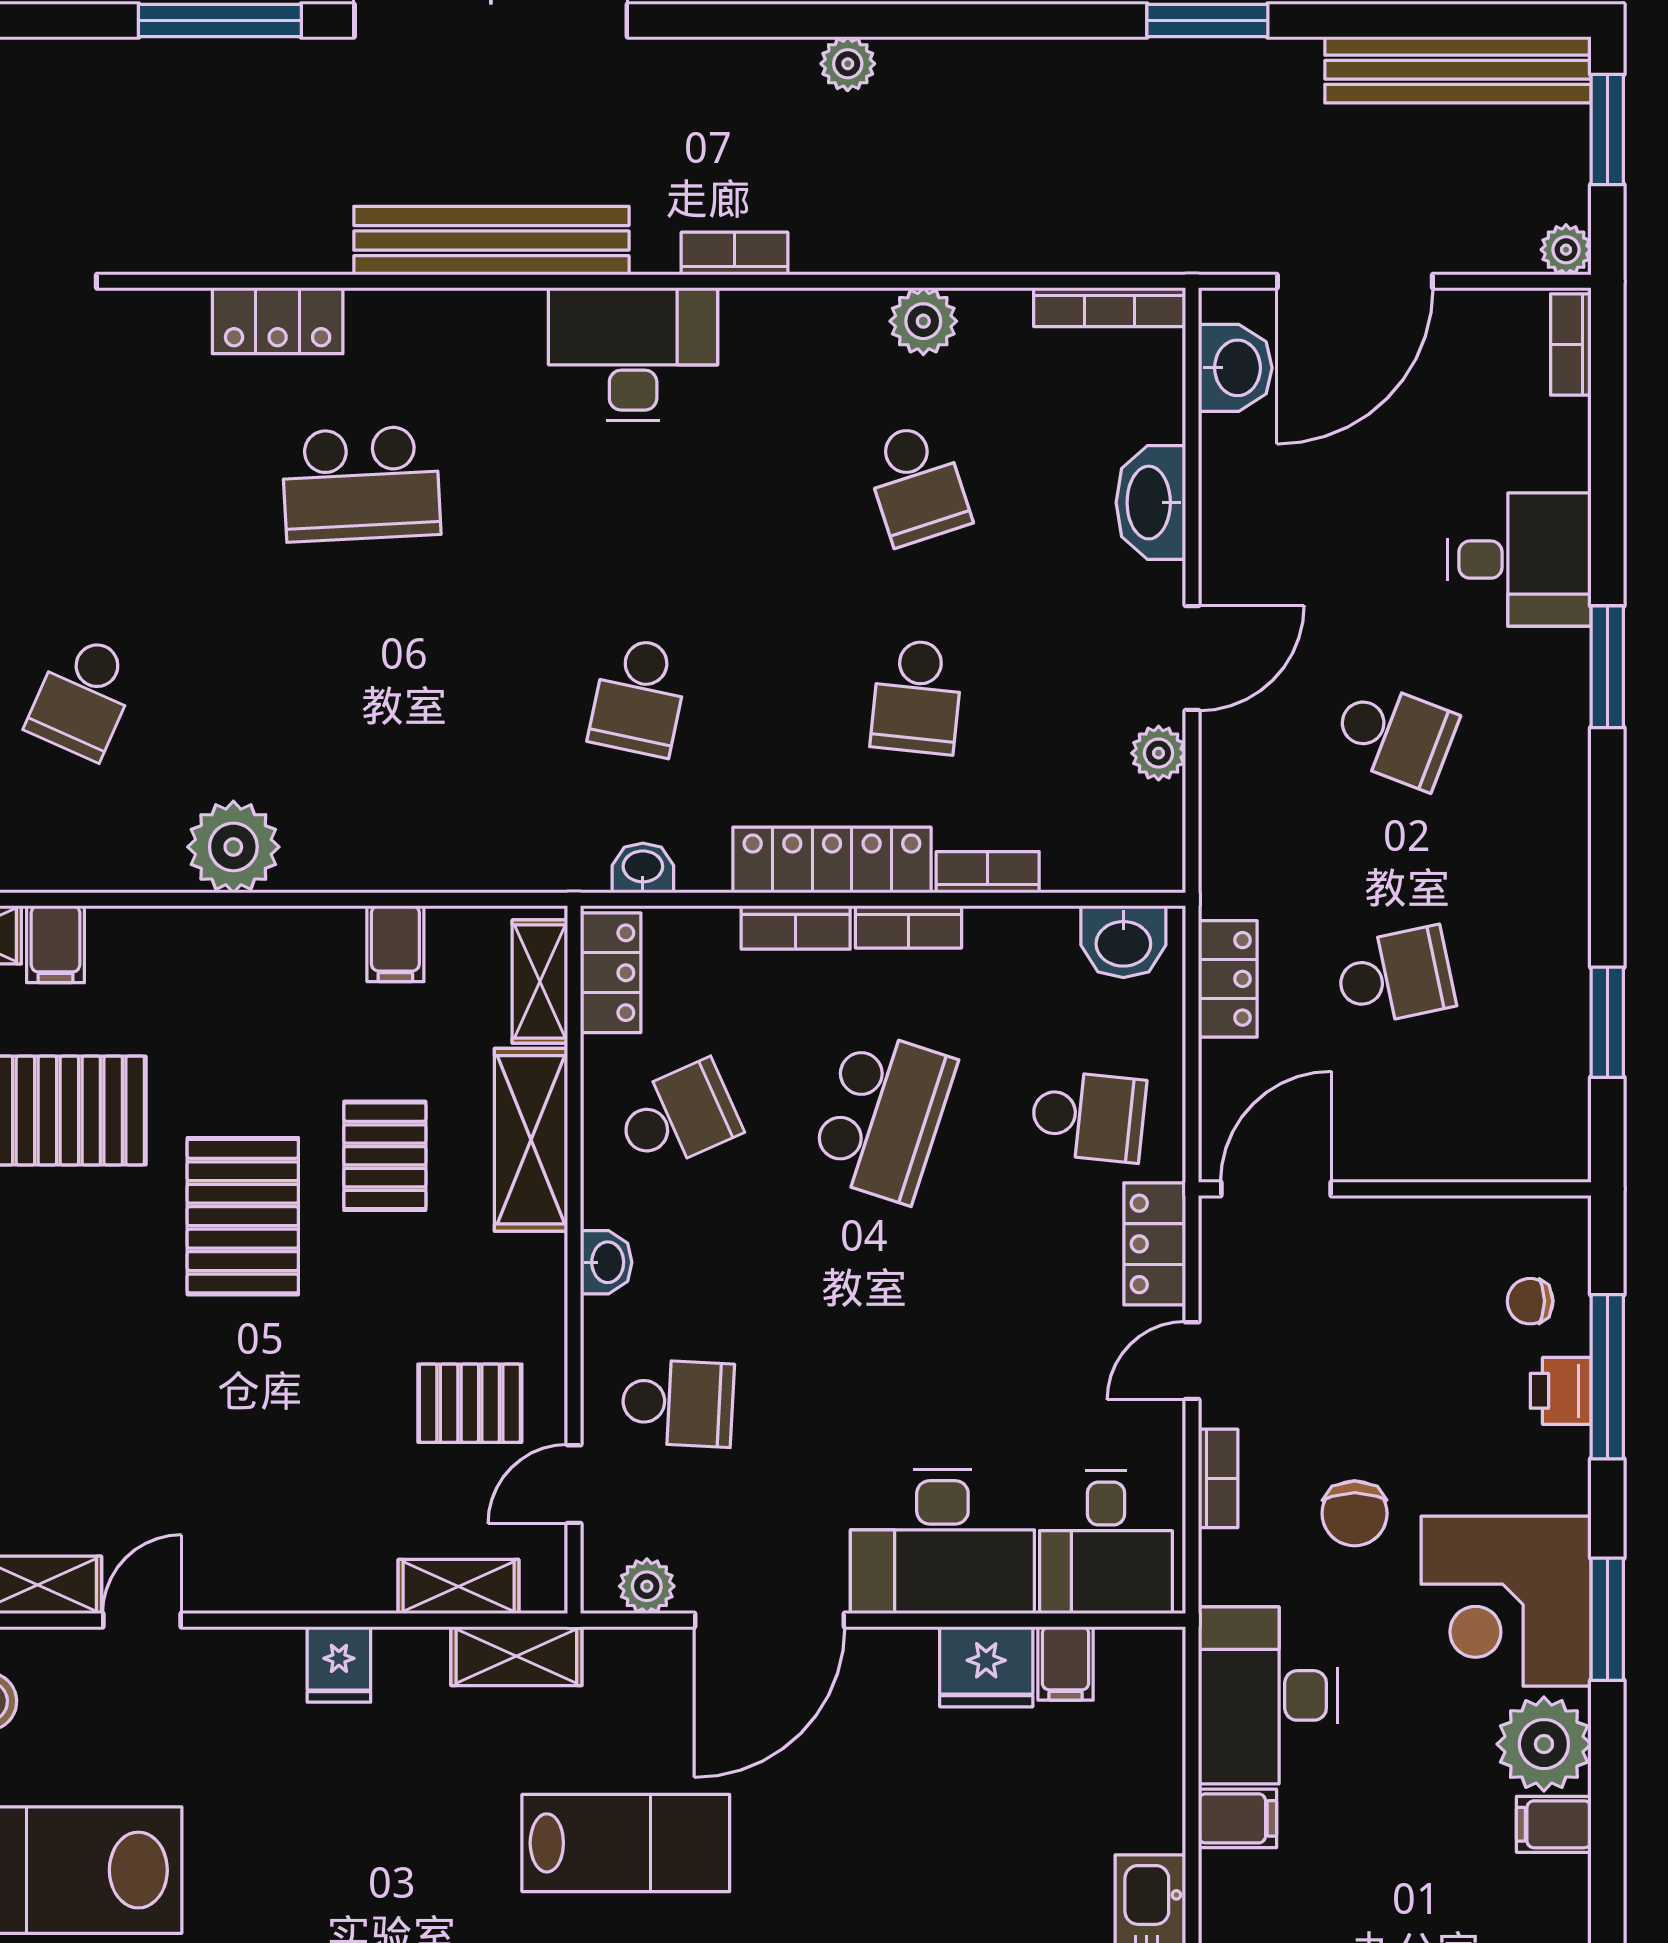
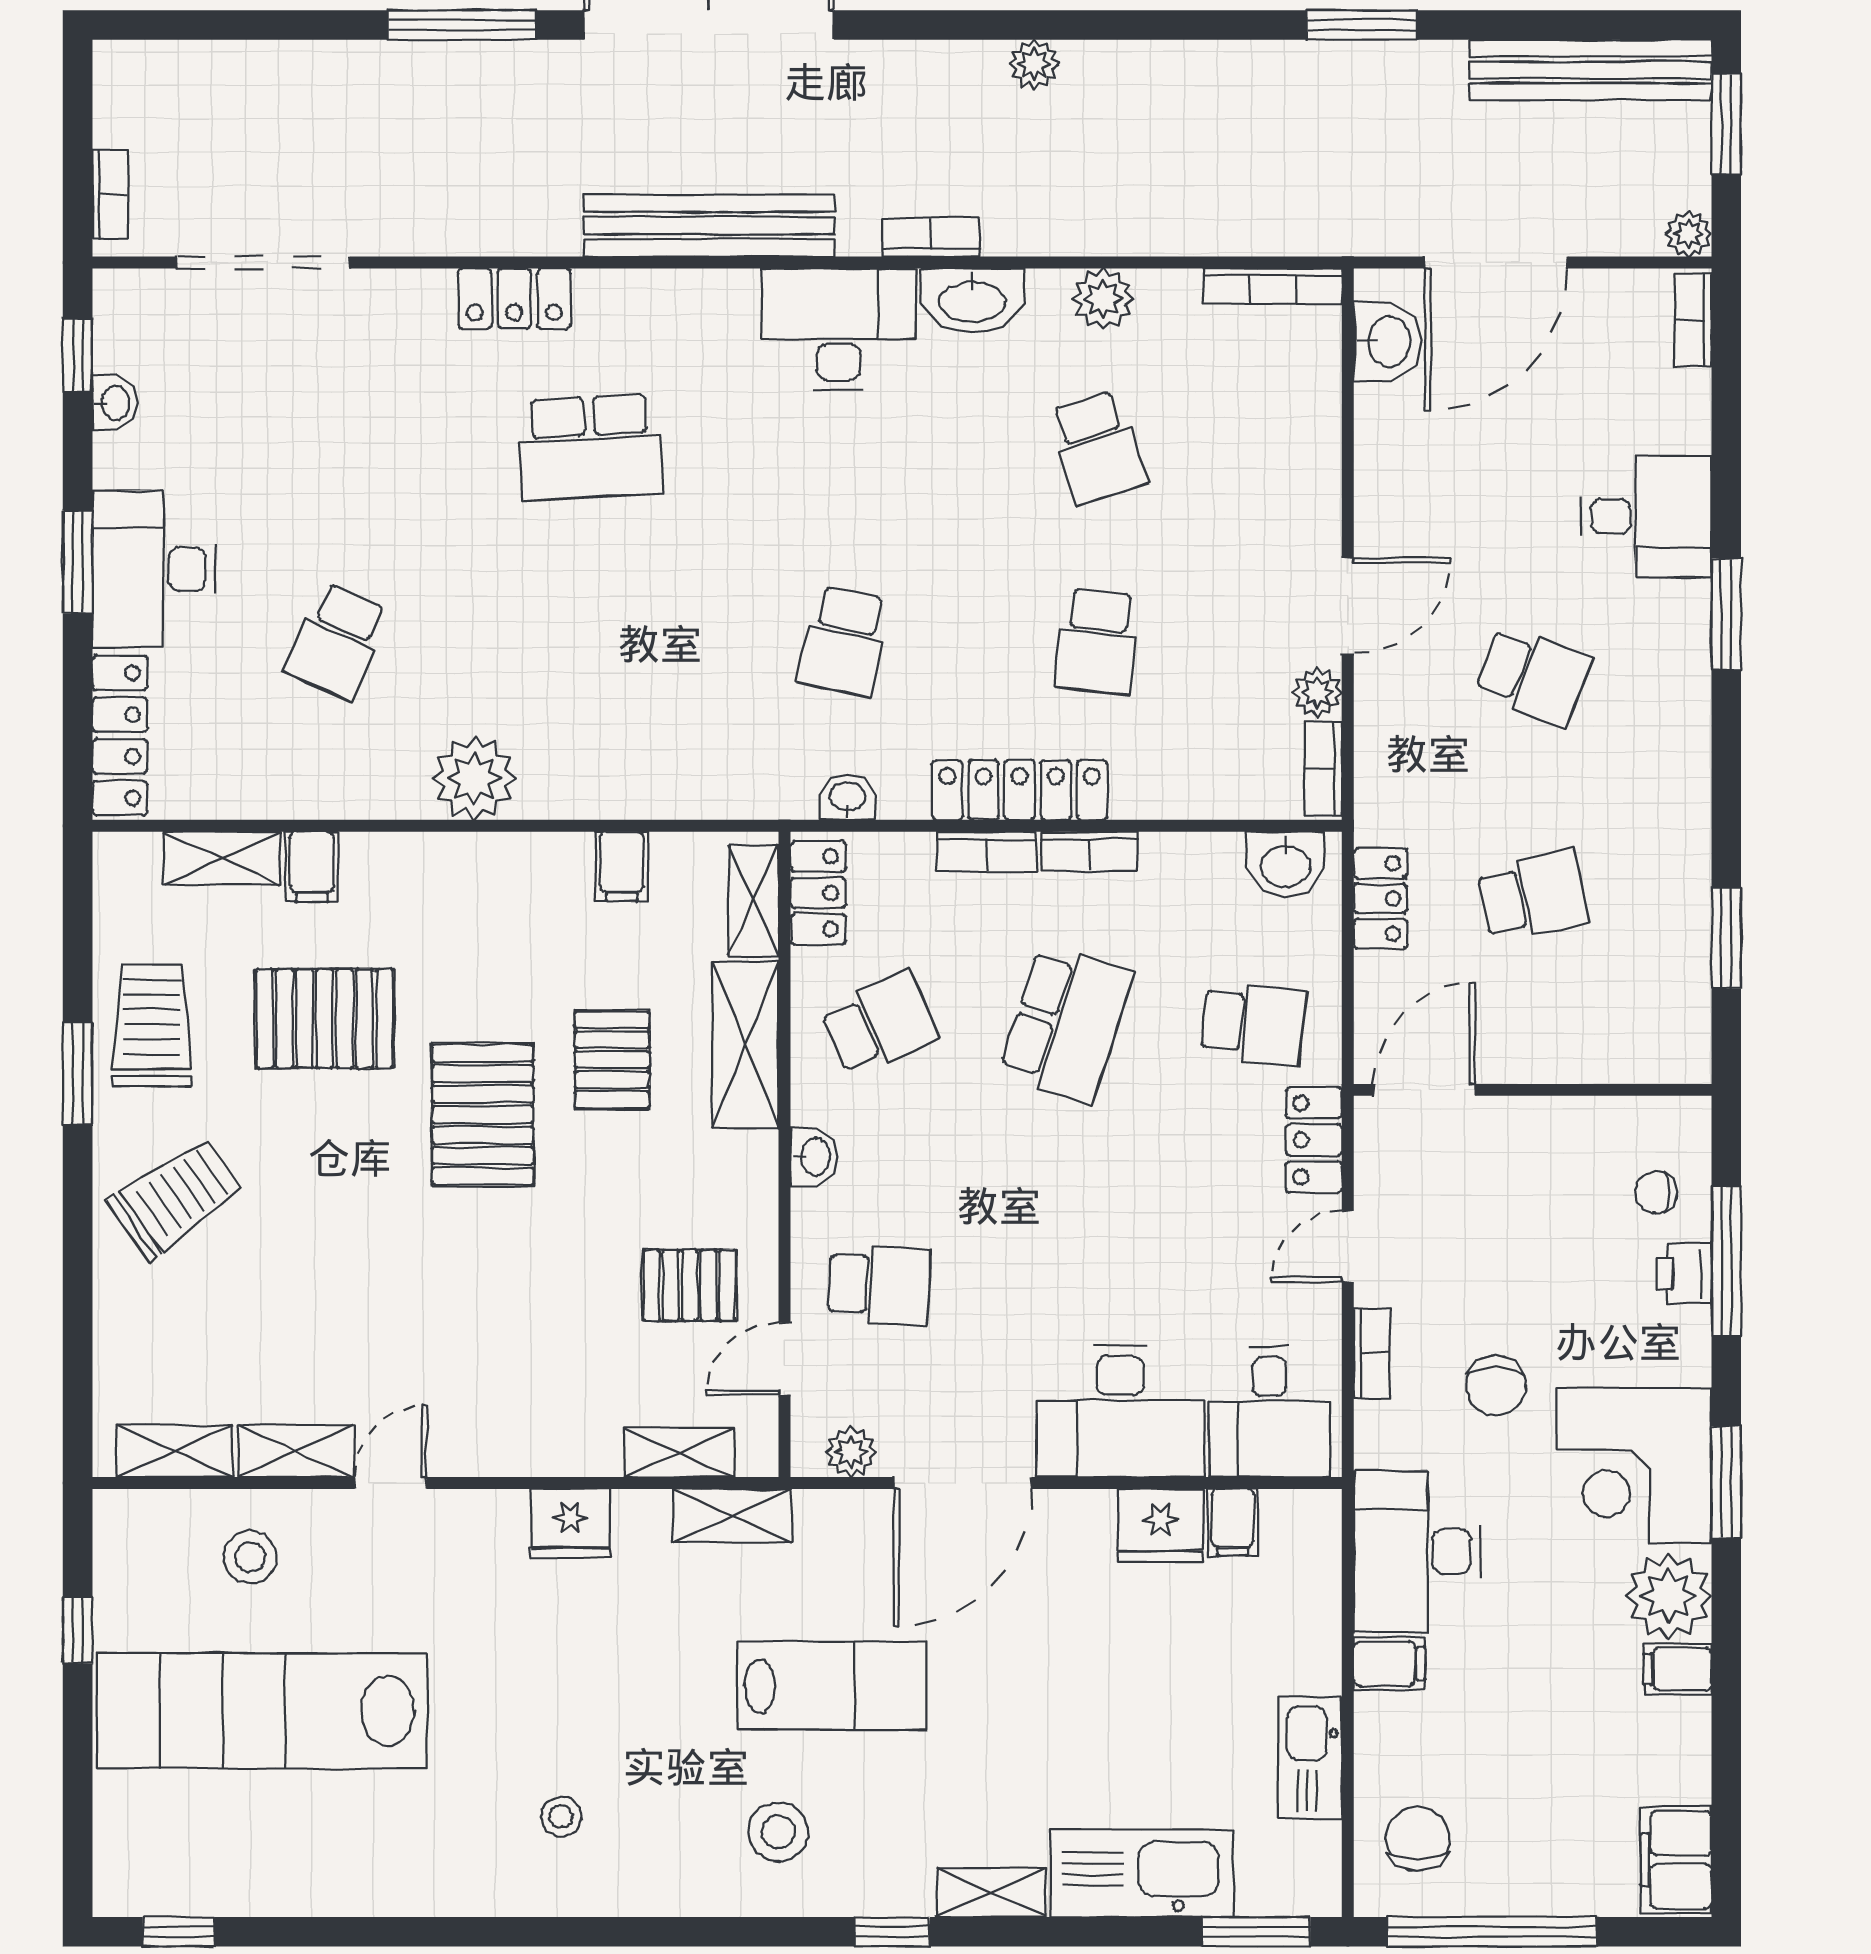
washbasin: (1151, 503) -> (972, 300), moved, turned -90
bookcase: (988, 872) -> (1323, 769), moved, turned -90
fridge: (339, 1664) -> (570, 1523), width x1.38

